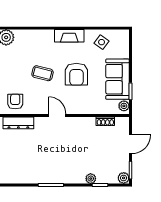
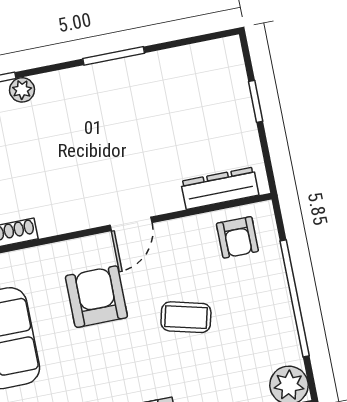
armchair: (76, 74) -> (96, 297), moved
door: (57, 115) -> (131, 224), hinge flipped

